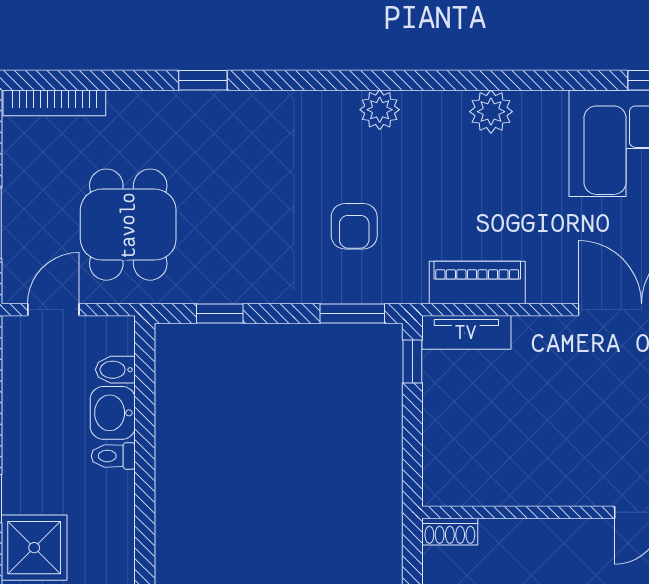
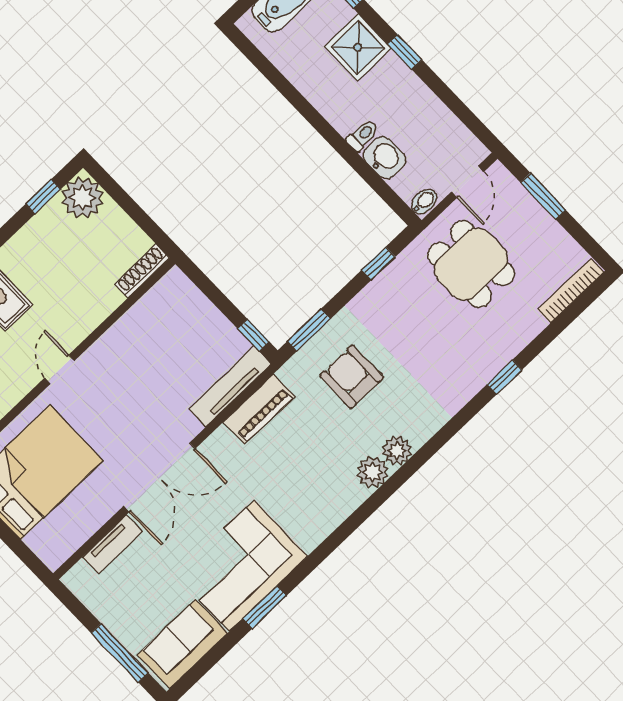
plant: (491, 112) -> (373, 472), moved
armchair: (354, 226) -> (352, 377), width x1.38, depth x1.38
tv unit: (466, 332) -> (230, 387), width x1.41
bidet: (115, 370) -> (424, 201), moved
shoe rack: (450, 532) -> (142, 271), width x1.43

